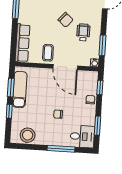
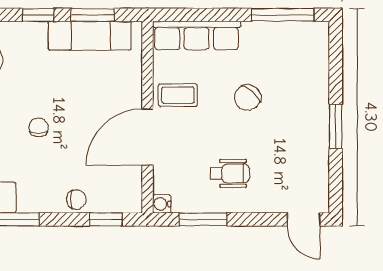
chair: (66, 20) -> (248, 98), moved

